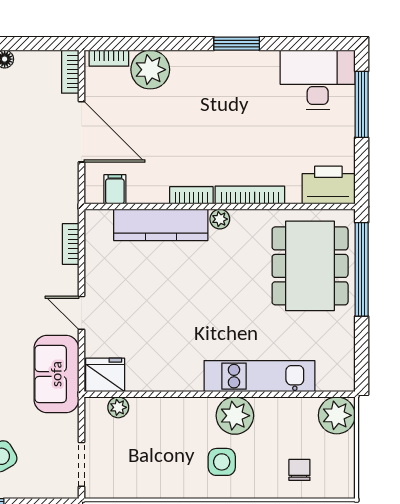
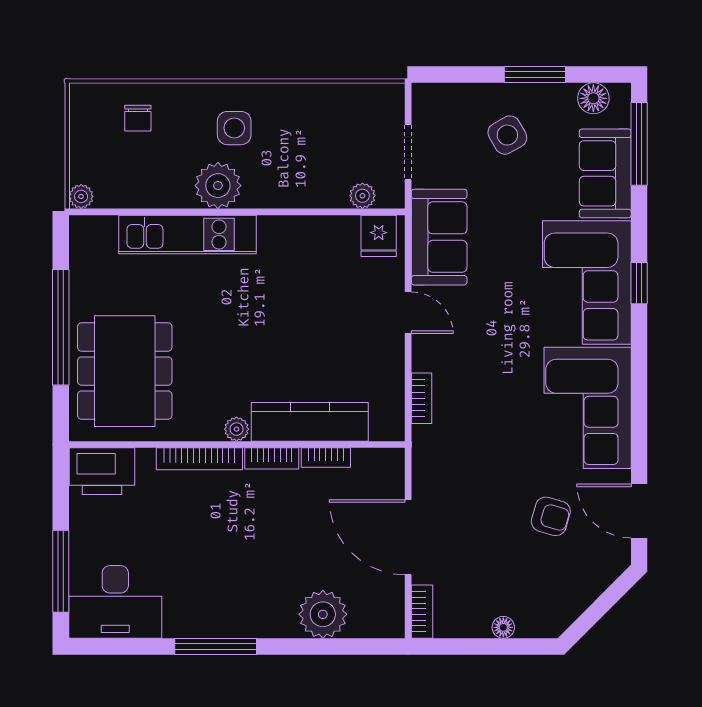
window: (237, 44) -> (216, 646), width x1.44
bookcase: (109, 58) -> (326, 458), moved, turned 180
filing cabinet: (115, 189) -> (367, 466), removed
window: (362, 269) -> (61, 327), moved
fridge: (105, 375) -> (379, 236), width x0.72
plant: (337, 415) -> (81, 196), width x0.53, depth x0.53
doorway: (81, 464) -> (408, 152), moved

